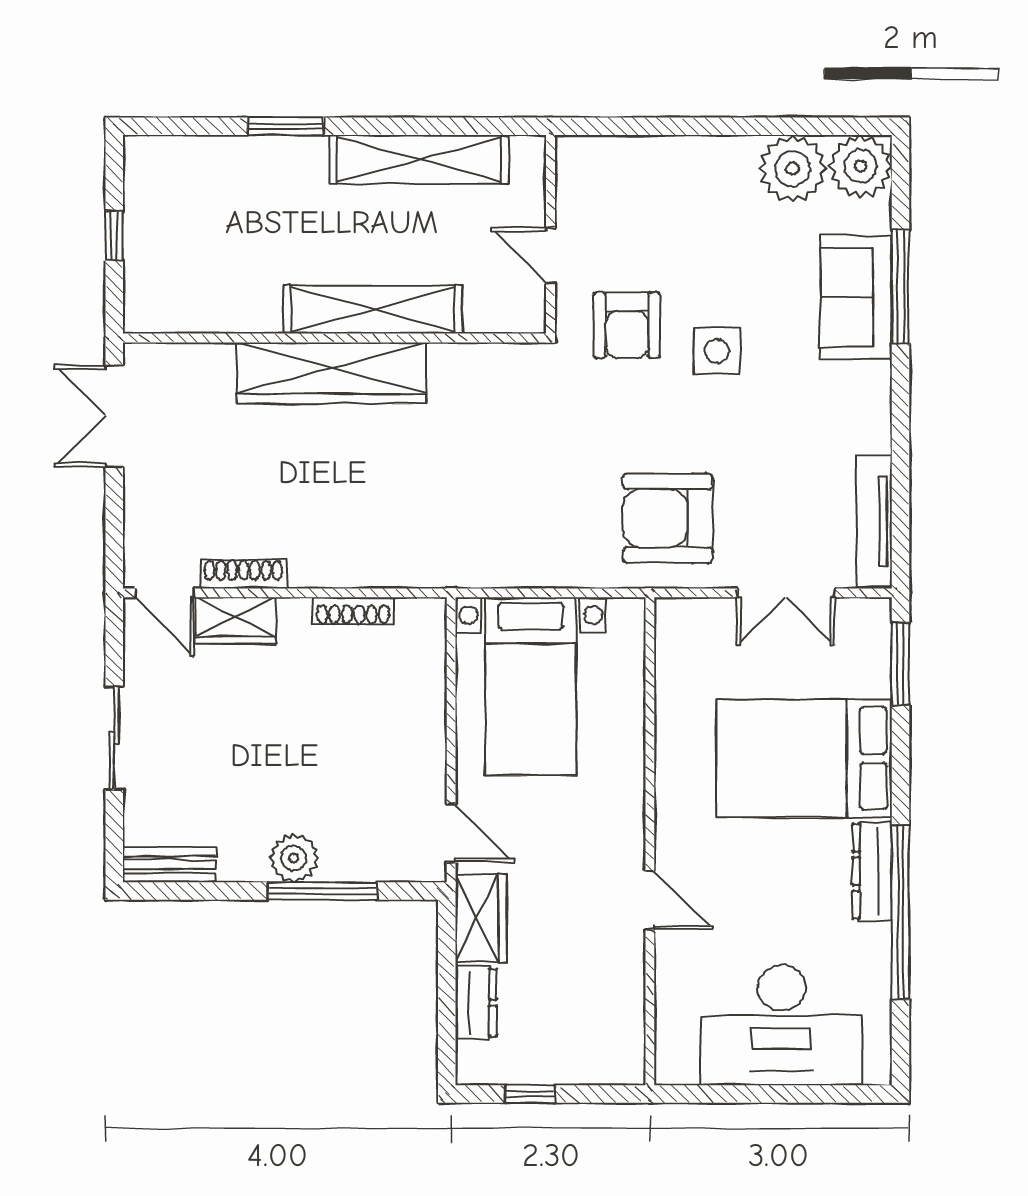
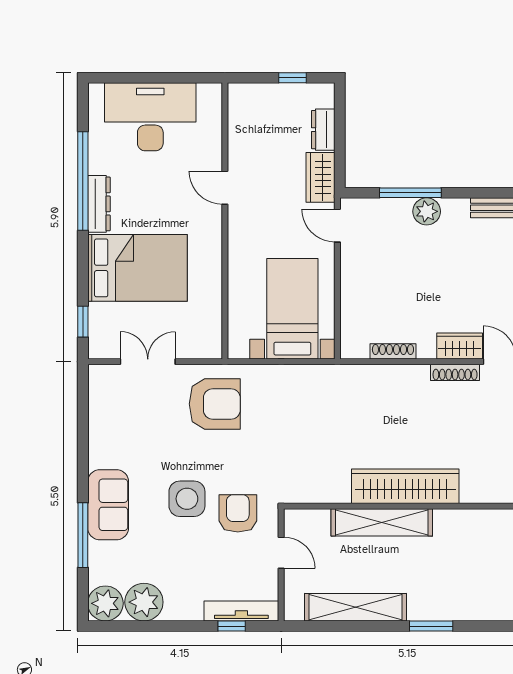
window: (638, 126) -> (232, 626), added
sofa: (856, 297) -> (108, 505), moved
side table: (717, 351) -> (187, 499), width x1.37, depth x1.37
tv unit: (874, 521) -> (241, 611), moved, turned -90
window: (900, 664) -> (83, 322), width x0.67

